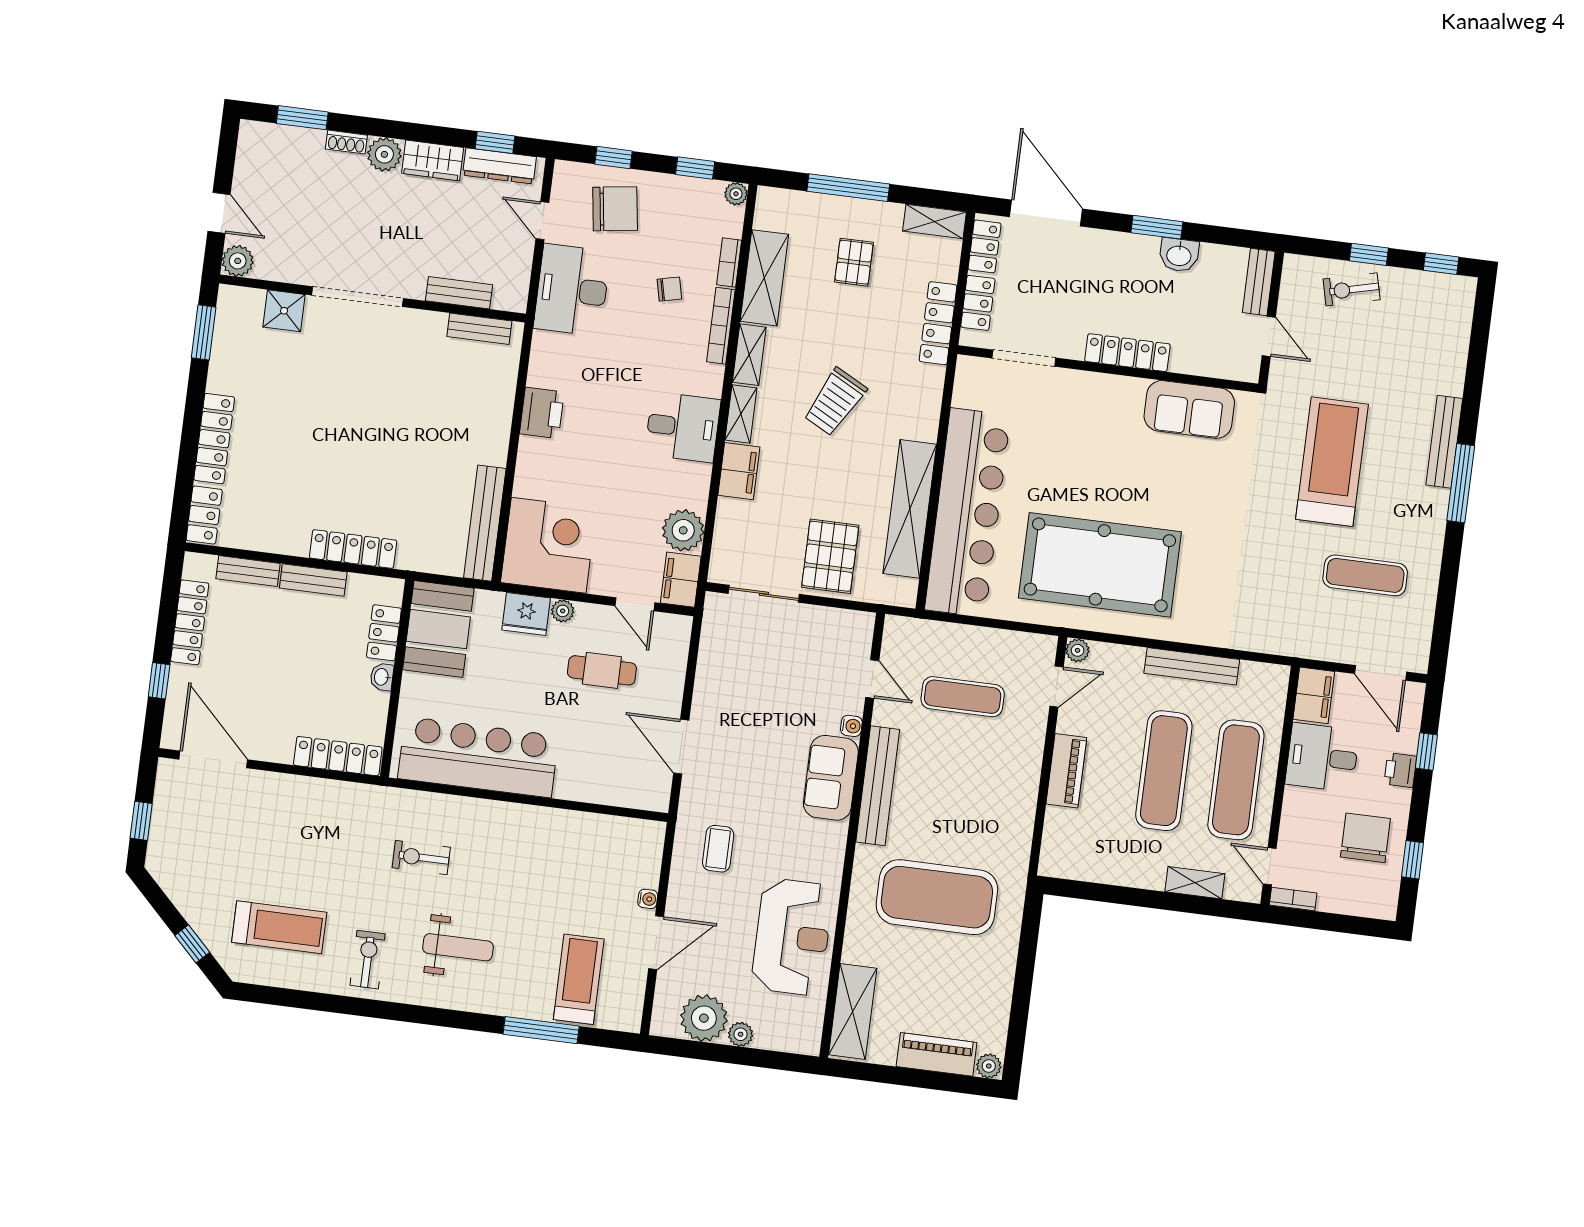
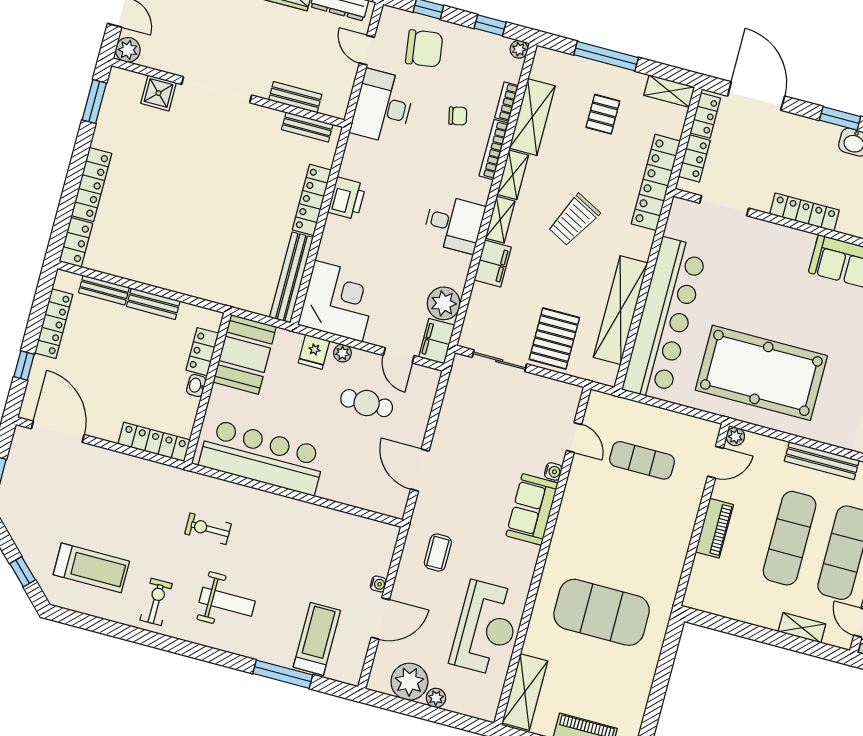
locker: (938, 323) -> (656, 182), width x1.41, depth x1.21
locker: (353, 549) -> (312, 200), moved, turned -90
fridge: (526, 614) -> (314, 352), width x0.72
bench: (878, 786) -> (567, 520), removed

